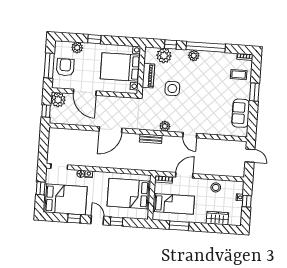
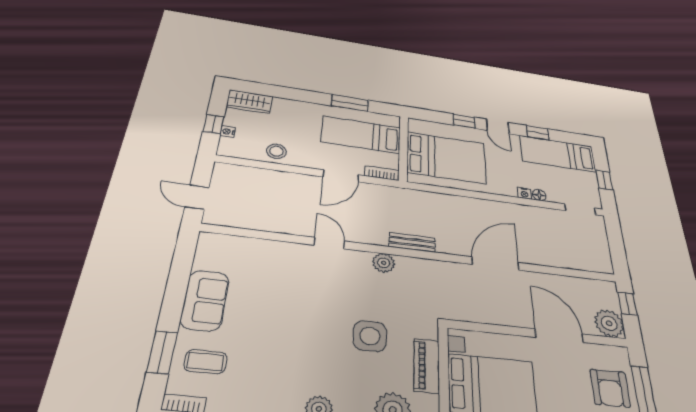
window: (254, 92) -> (162, 352), moved
sofa: (241, 113) -> (205, 300), moved
bed: (65, 199) -> (558, 154), width x0.67
wardrobe: (217, 218) -> (249, 102), moved

